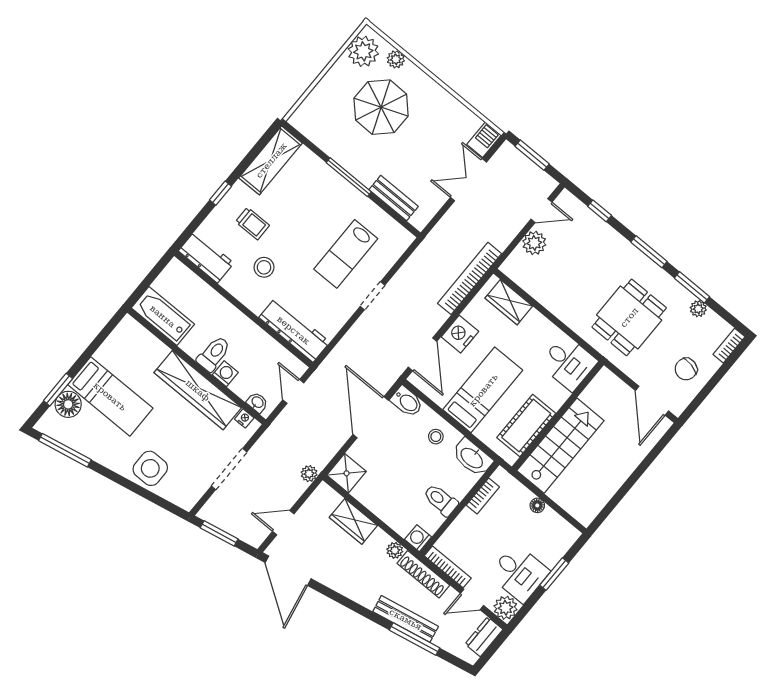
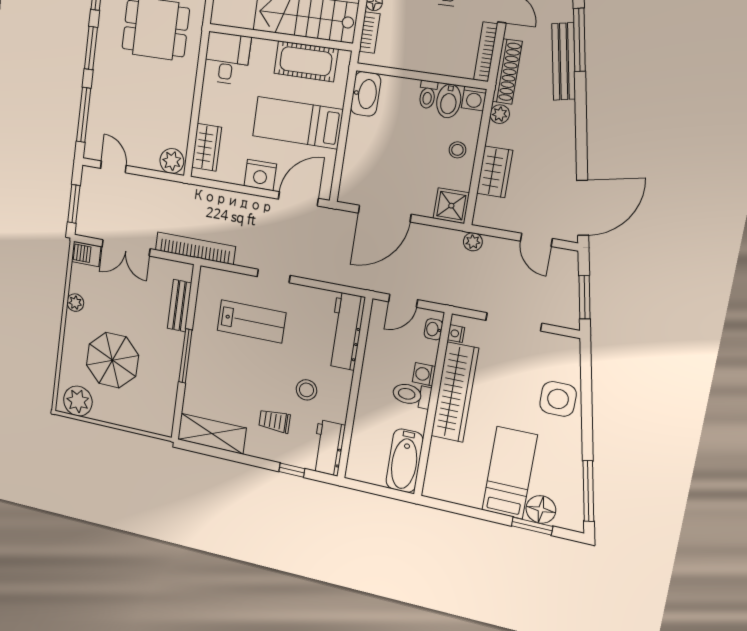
plant: (396, 59) -> (75, 303), moved
window: (221, 193) -> (292, 470), moved
window: (600, 211) -> (84, 115), width x2.17
trolley: (252, 224) -> (275, 421), turned -90
plant: (534, 243) -> (172, 161), moved
bookcase: (470, 278) -> (195, 248), moved, turned 180
bidet: (407, 402) -> (449, 101), moved, turned 180
stool: (436, 437) -> (457, 150), moved
bookcase: (483, 496) -> (370, 33), moved, turned 90
toilet: (441, 500) -> (428, 95), width x0.73, depth x0.72

